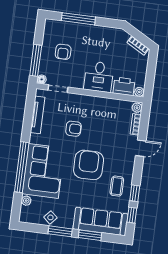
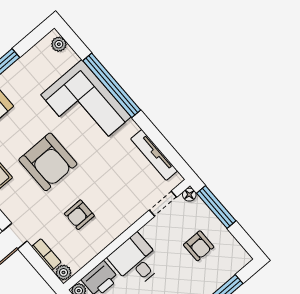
armchair: (63, 52) -> (199, 246), turned 180
armchair: (73, 129) -> (79, 215), moved
plant: (26, 201) -> (59, 44), moved
side table: (50, 217) -> (27, 68), removed

